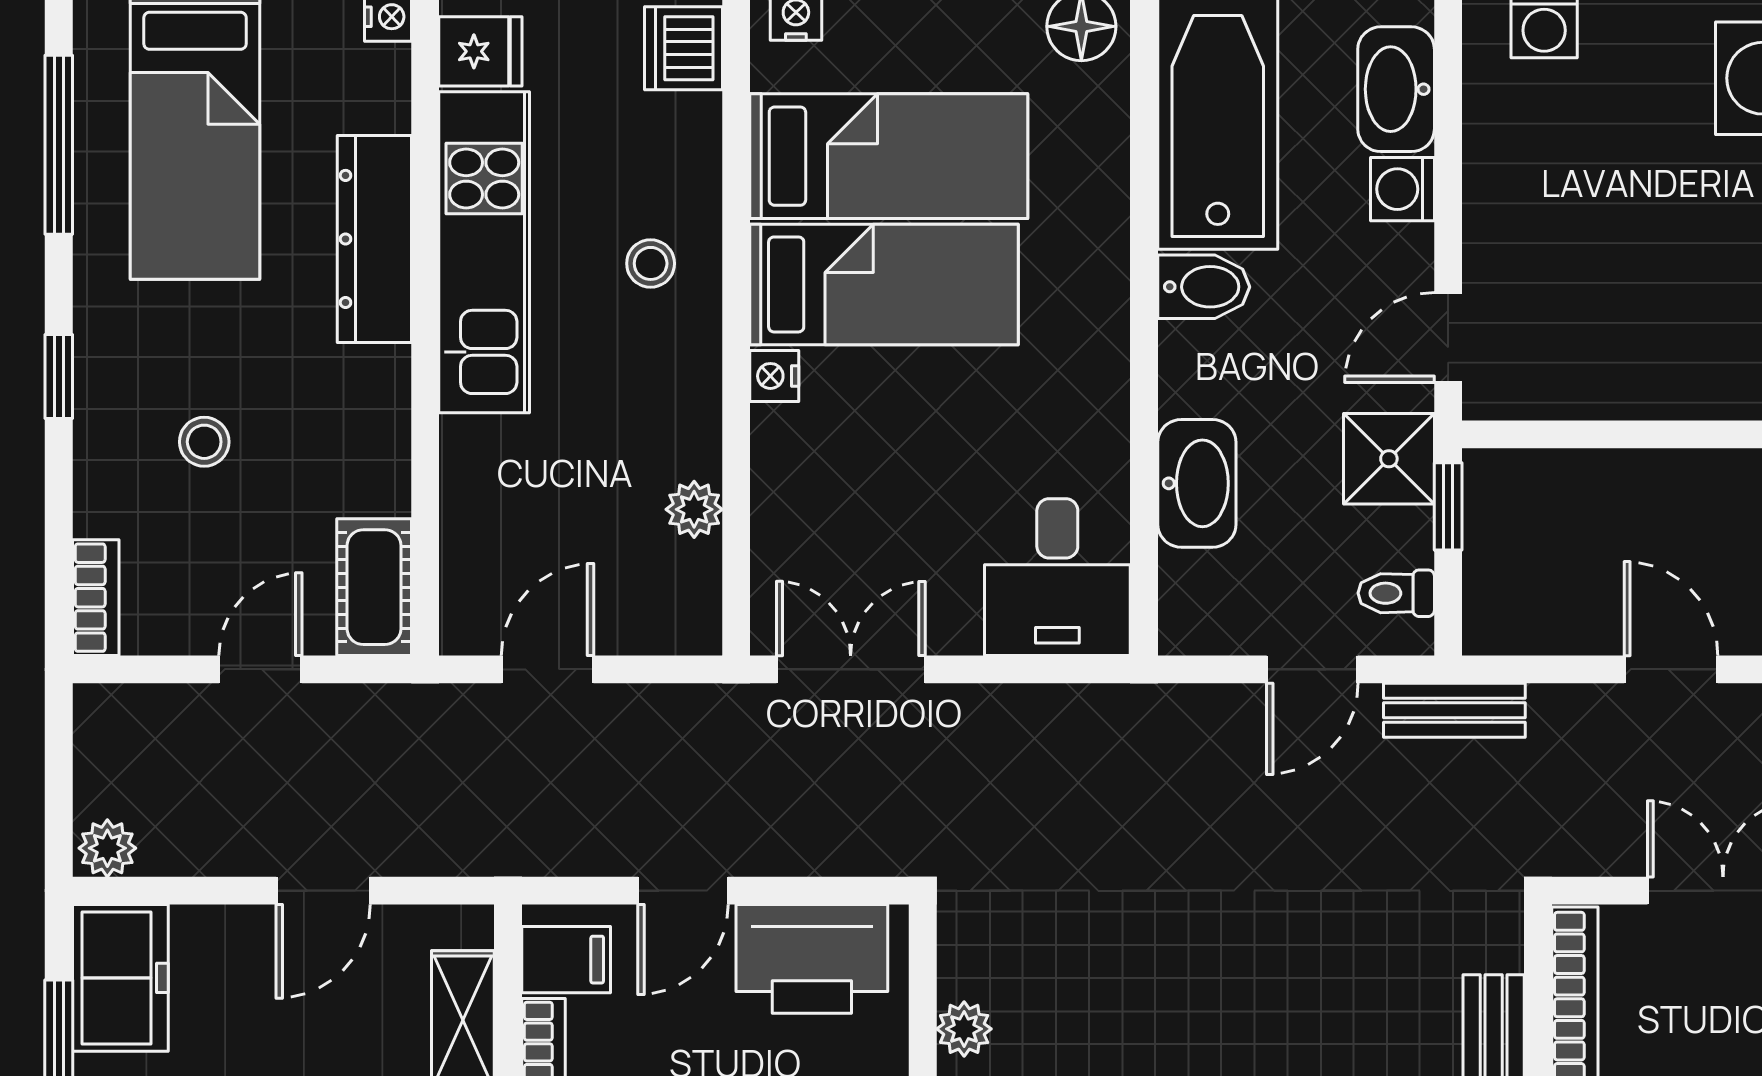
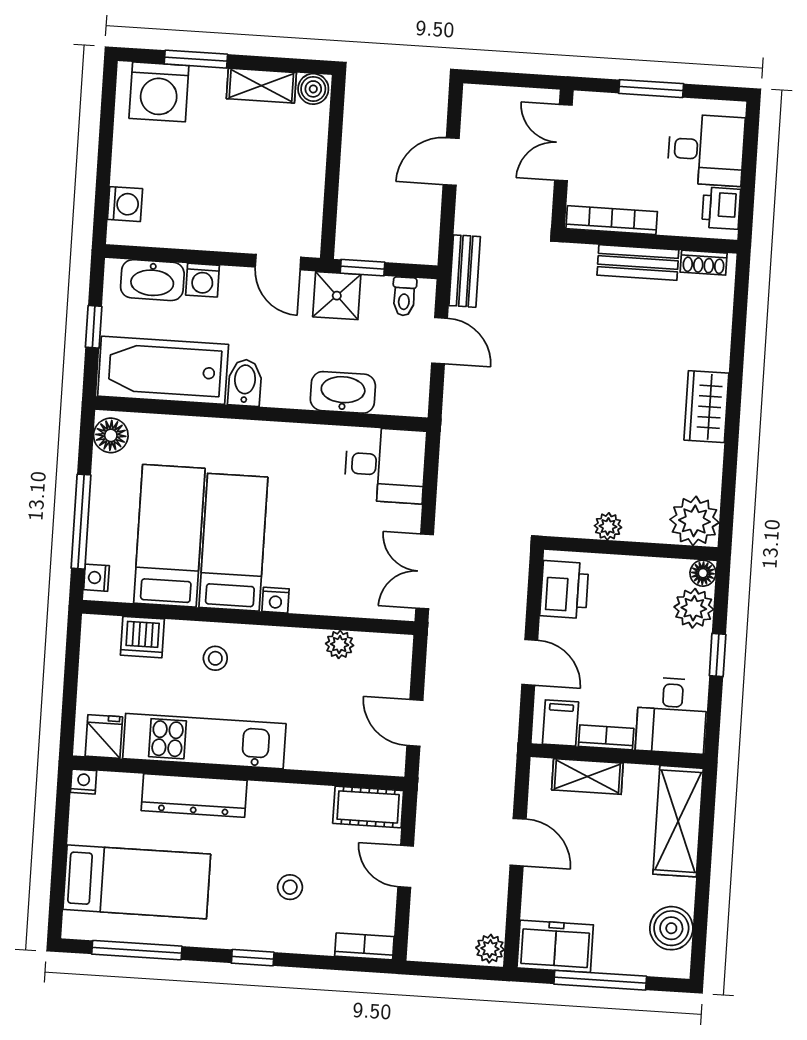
dishwasher: (683, 48) -> (142, 637), moved
printer: (812, 959) -> (564, 590), width x0.73, depth x0.84

